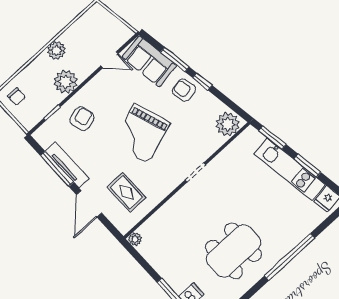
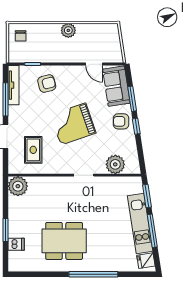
plant: (66, 82) -> (57, 53), removed
armchair: (184, 90) -> (121, 121), turned -78
plant: (228, 124) -> (115, 164), moved
tv unit: (67, 165) -> (13, 85), moved
window: (307, 166) -> (152, 231), width x1.44
plant: (135, 239) -> (18, 186), width x1.88, depth x1.88

